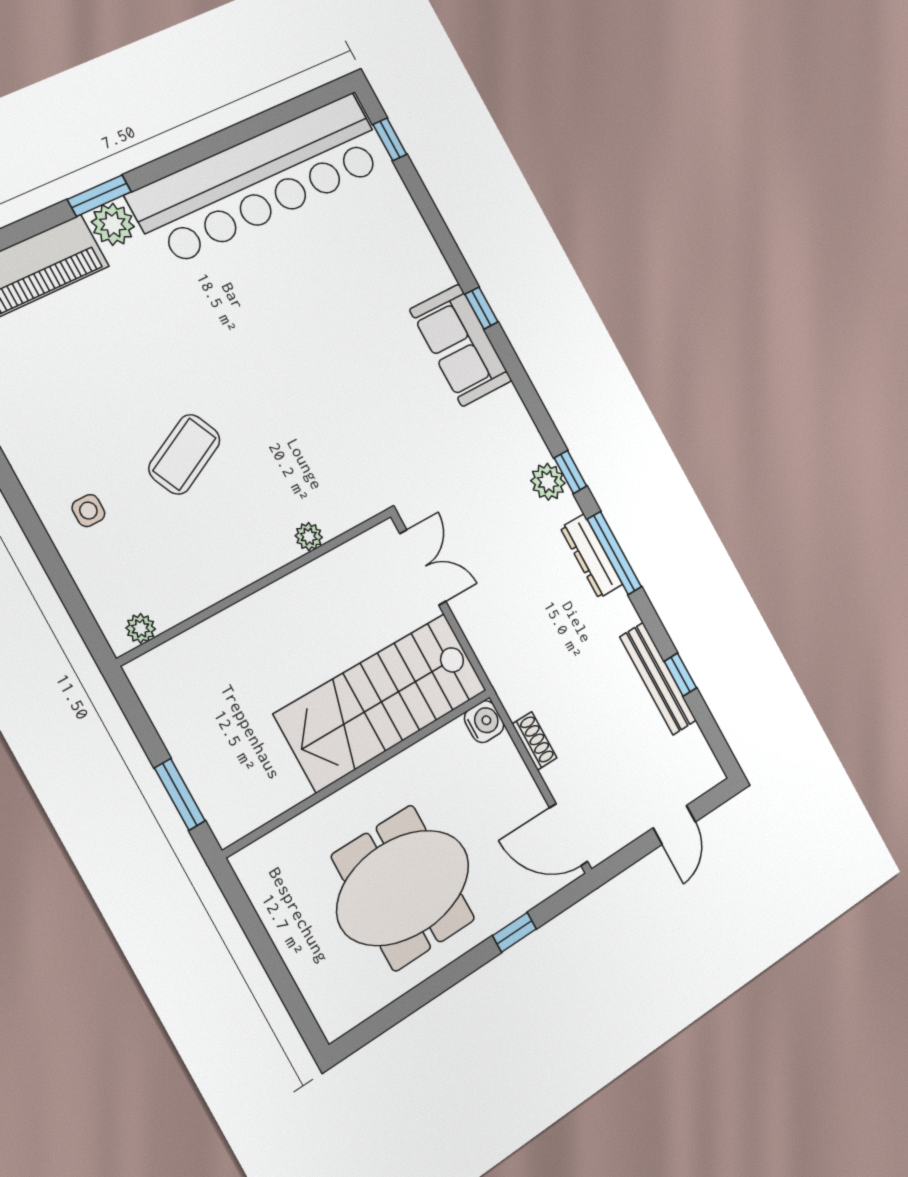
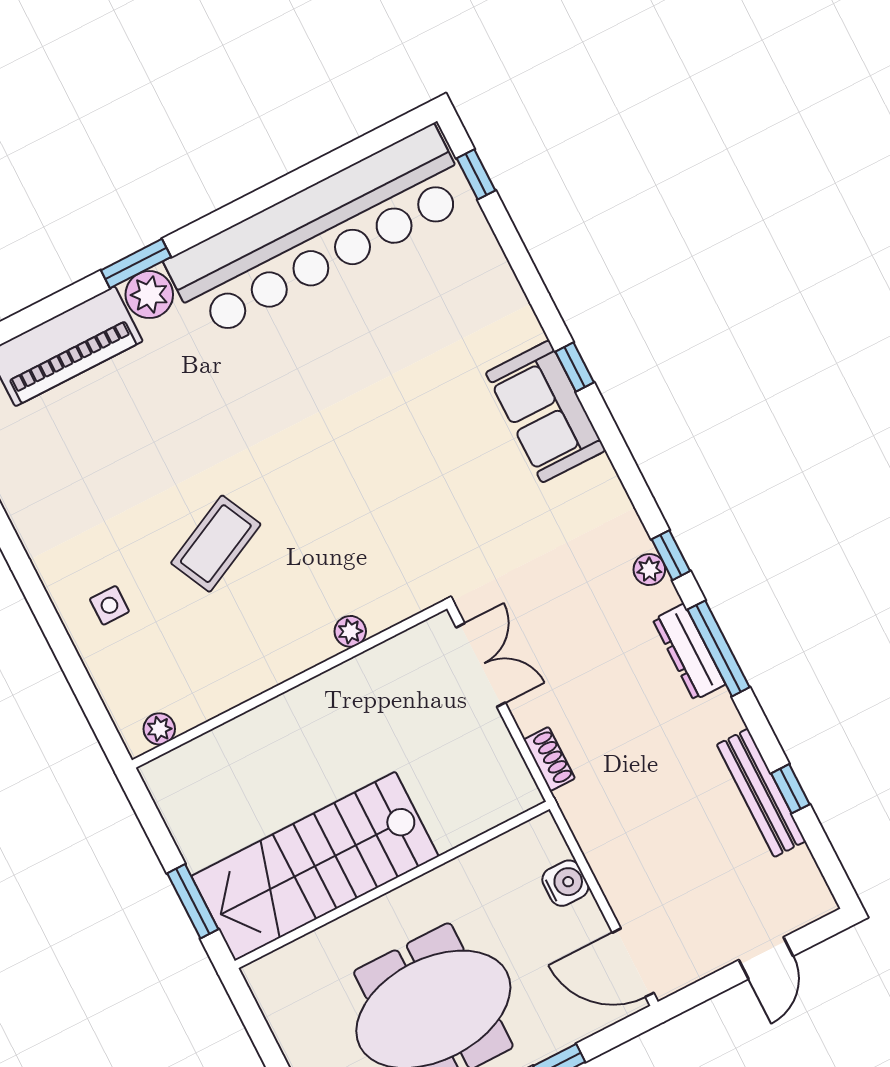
plant: (548, 482) -> (649, 570), width x0.73, depth x0.73
stairs: (382, 702) -> (315, 866), moved
water cooler: (484, 722) -> (565, 883), moved
shoe rack: (534, 741) -> (549, 759), moved

